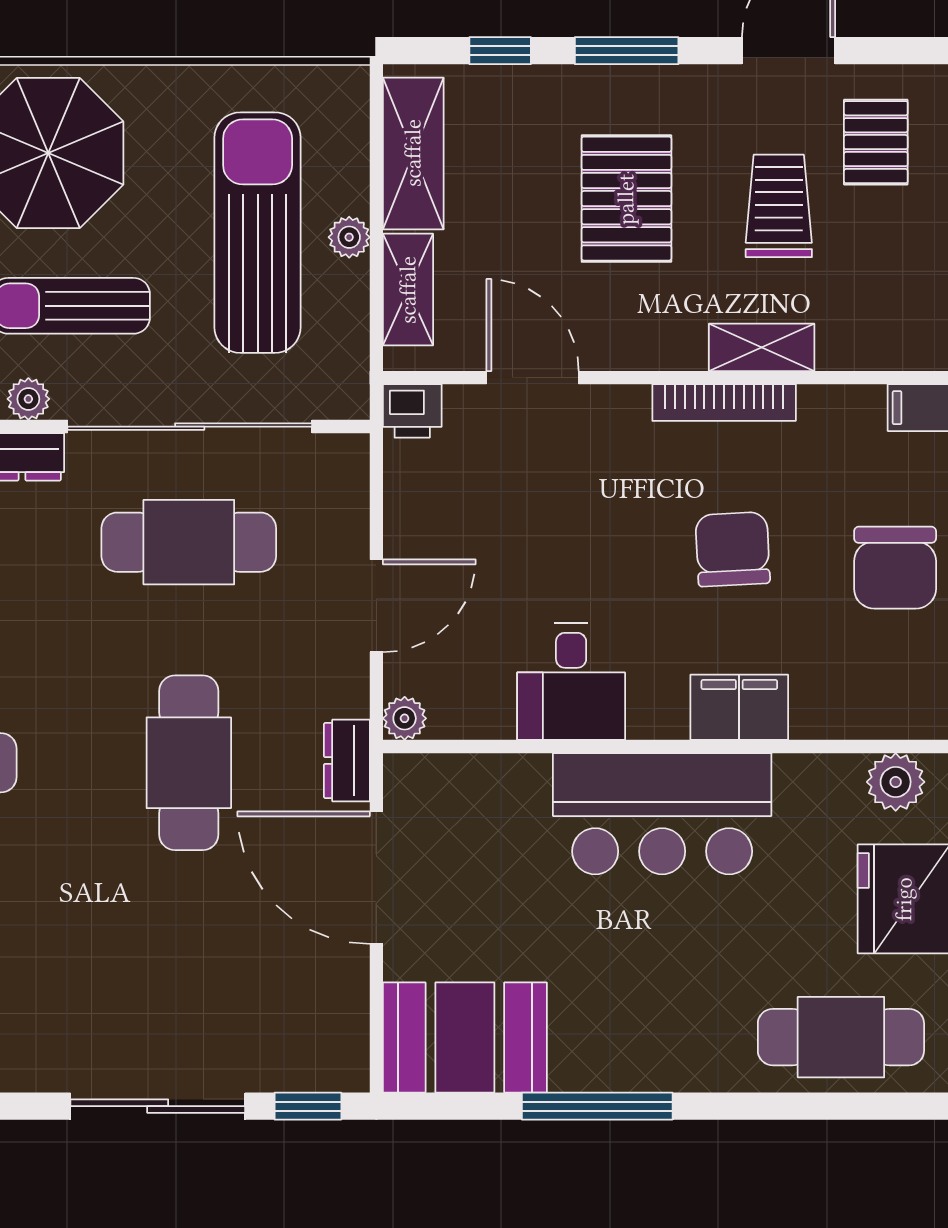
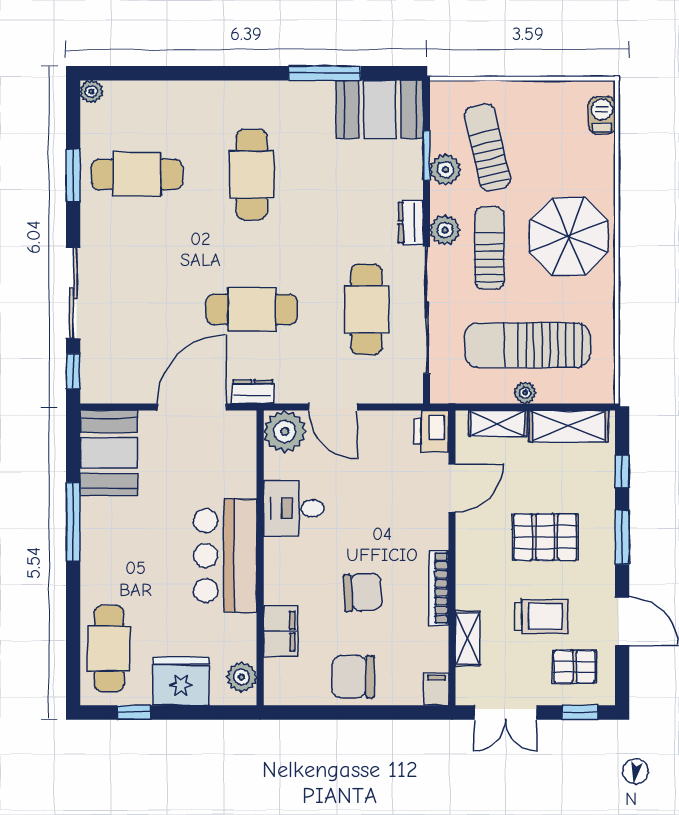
sun lounger: (258, 233) -> (527, 345), turned 180
shelving: (762, 347) -> (468, 638), moved
plant: (28, 399) -> (445, 230), width x1.38, depth x1.38
printer: (412, 411) -> (431, 431), width x1.36, depth x1.24
filing cabinet: (739, 707) -> (280, 631), moved
plant: (405, 718) -> (285, 431), width x1.88, depth x1.88

